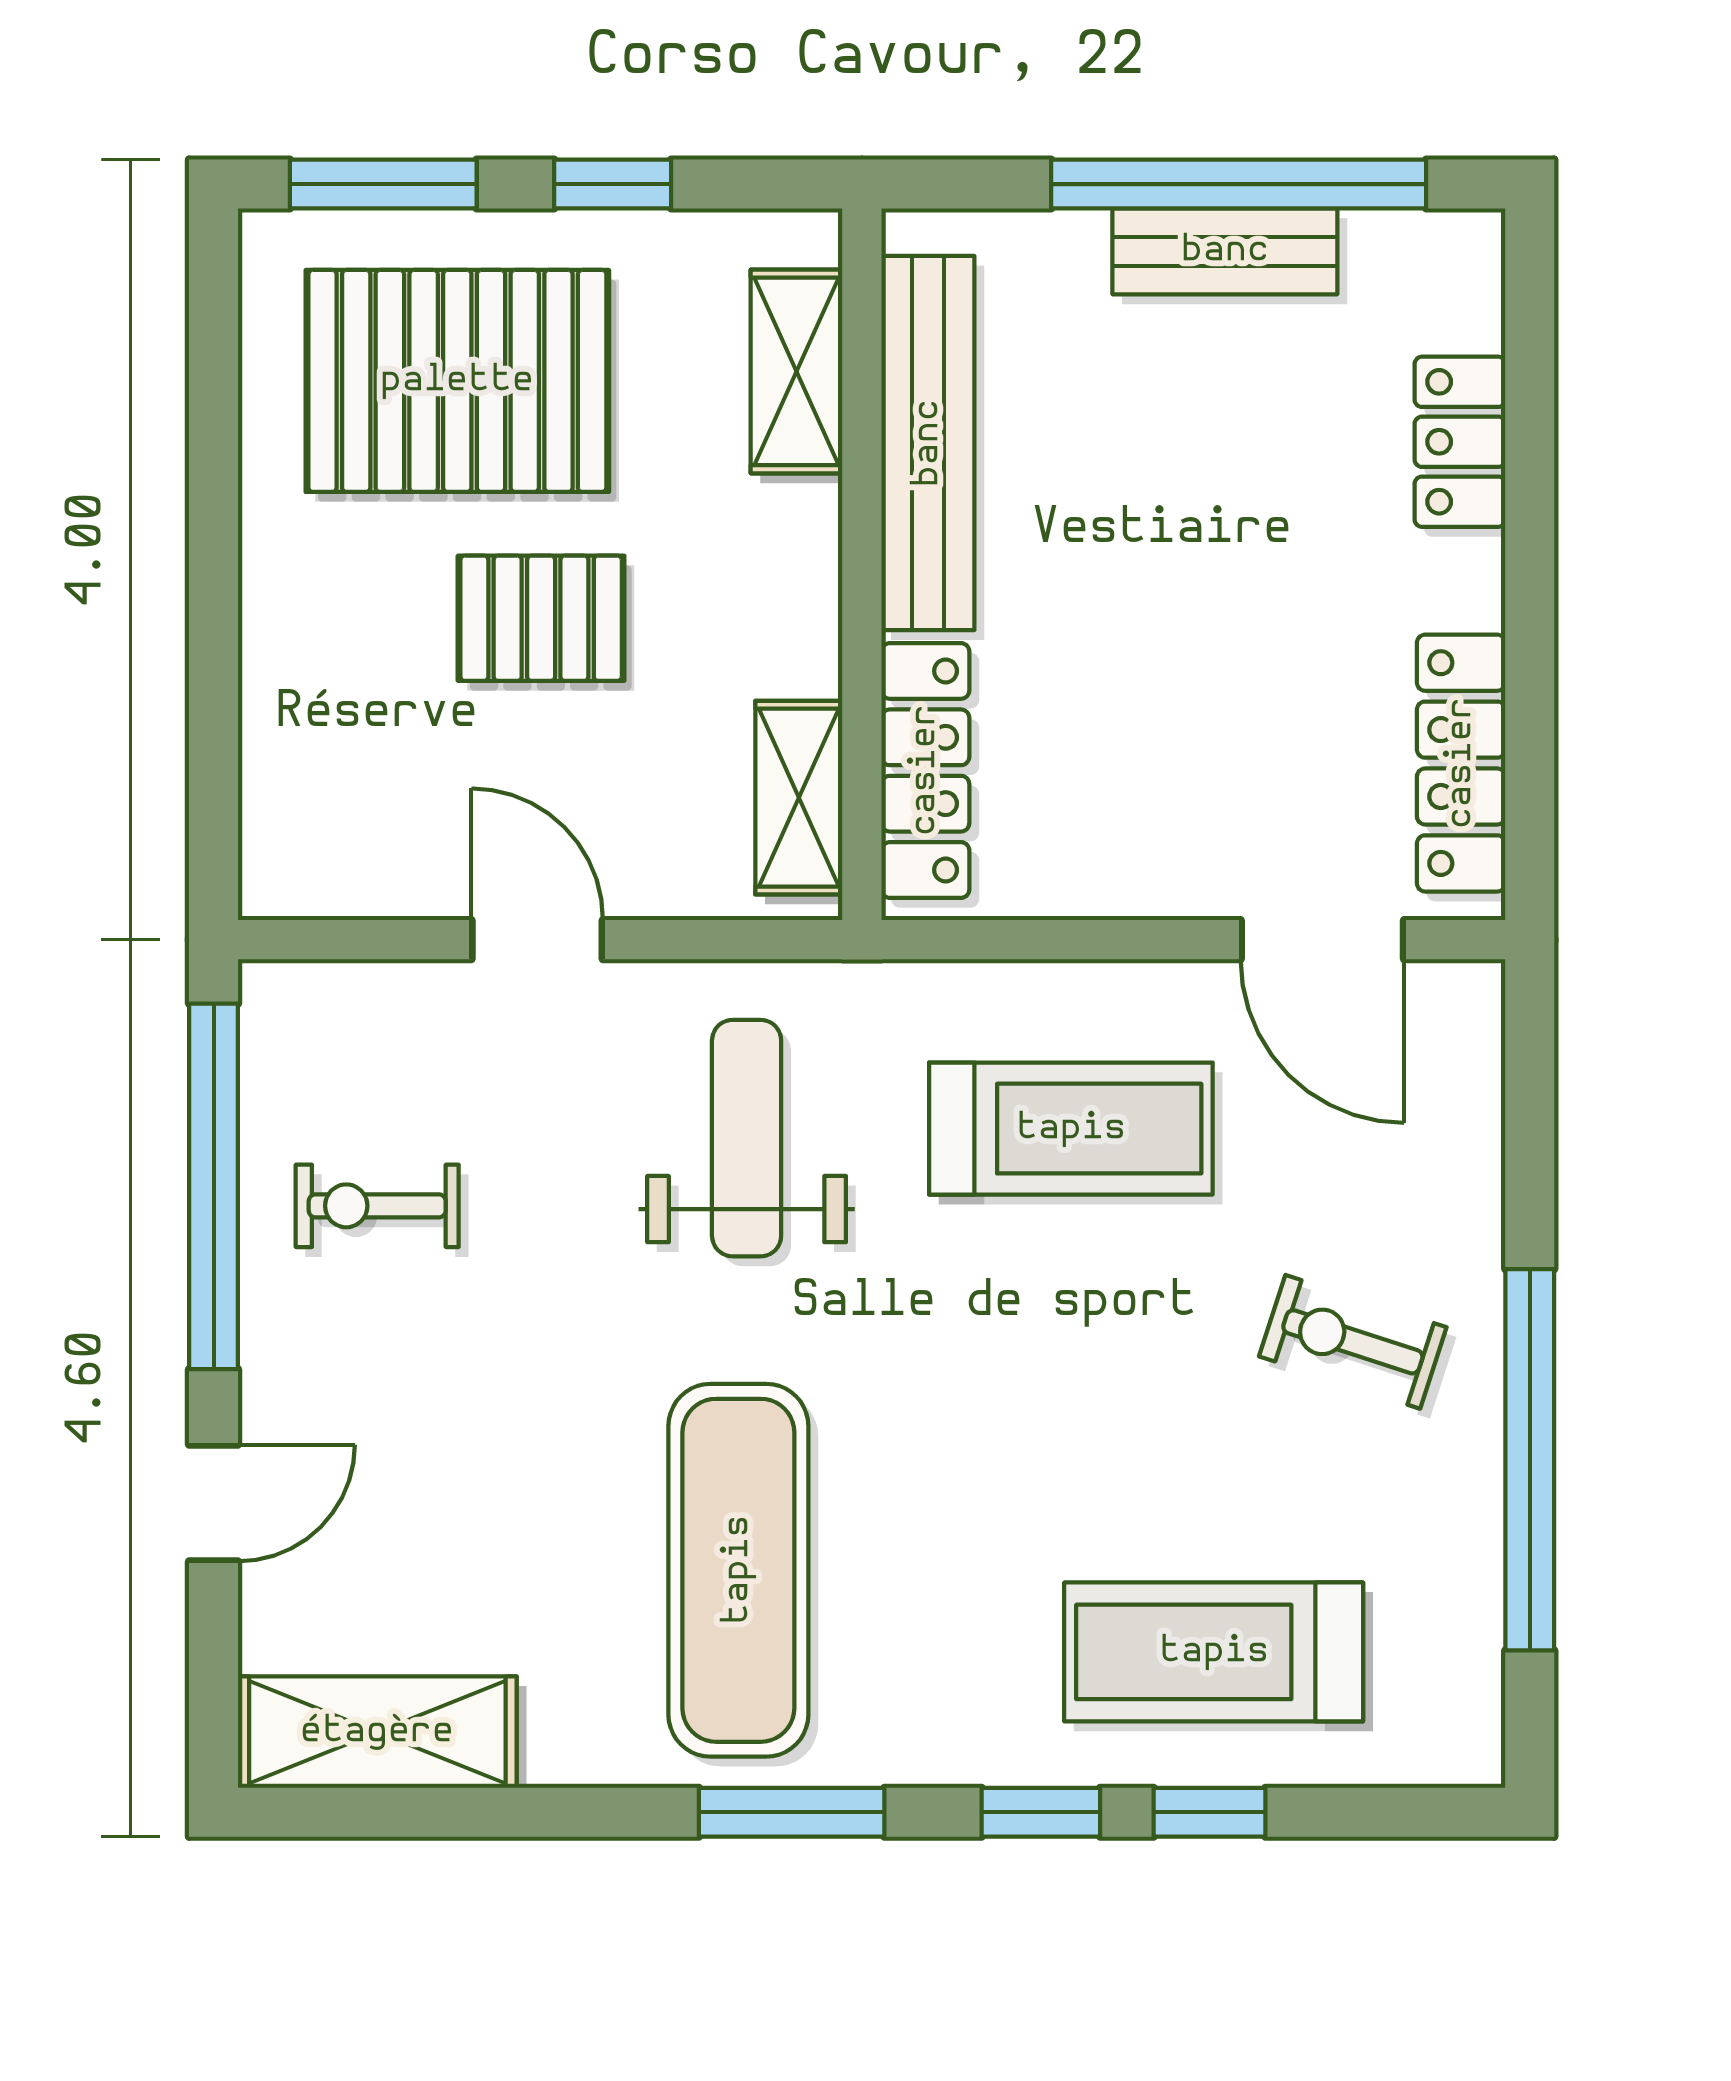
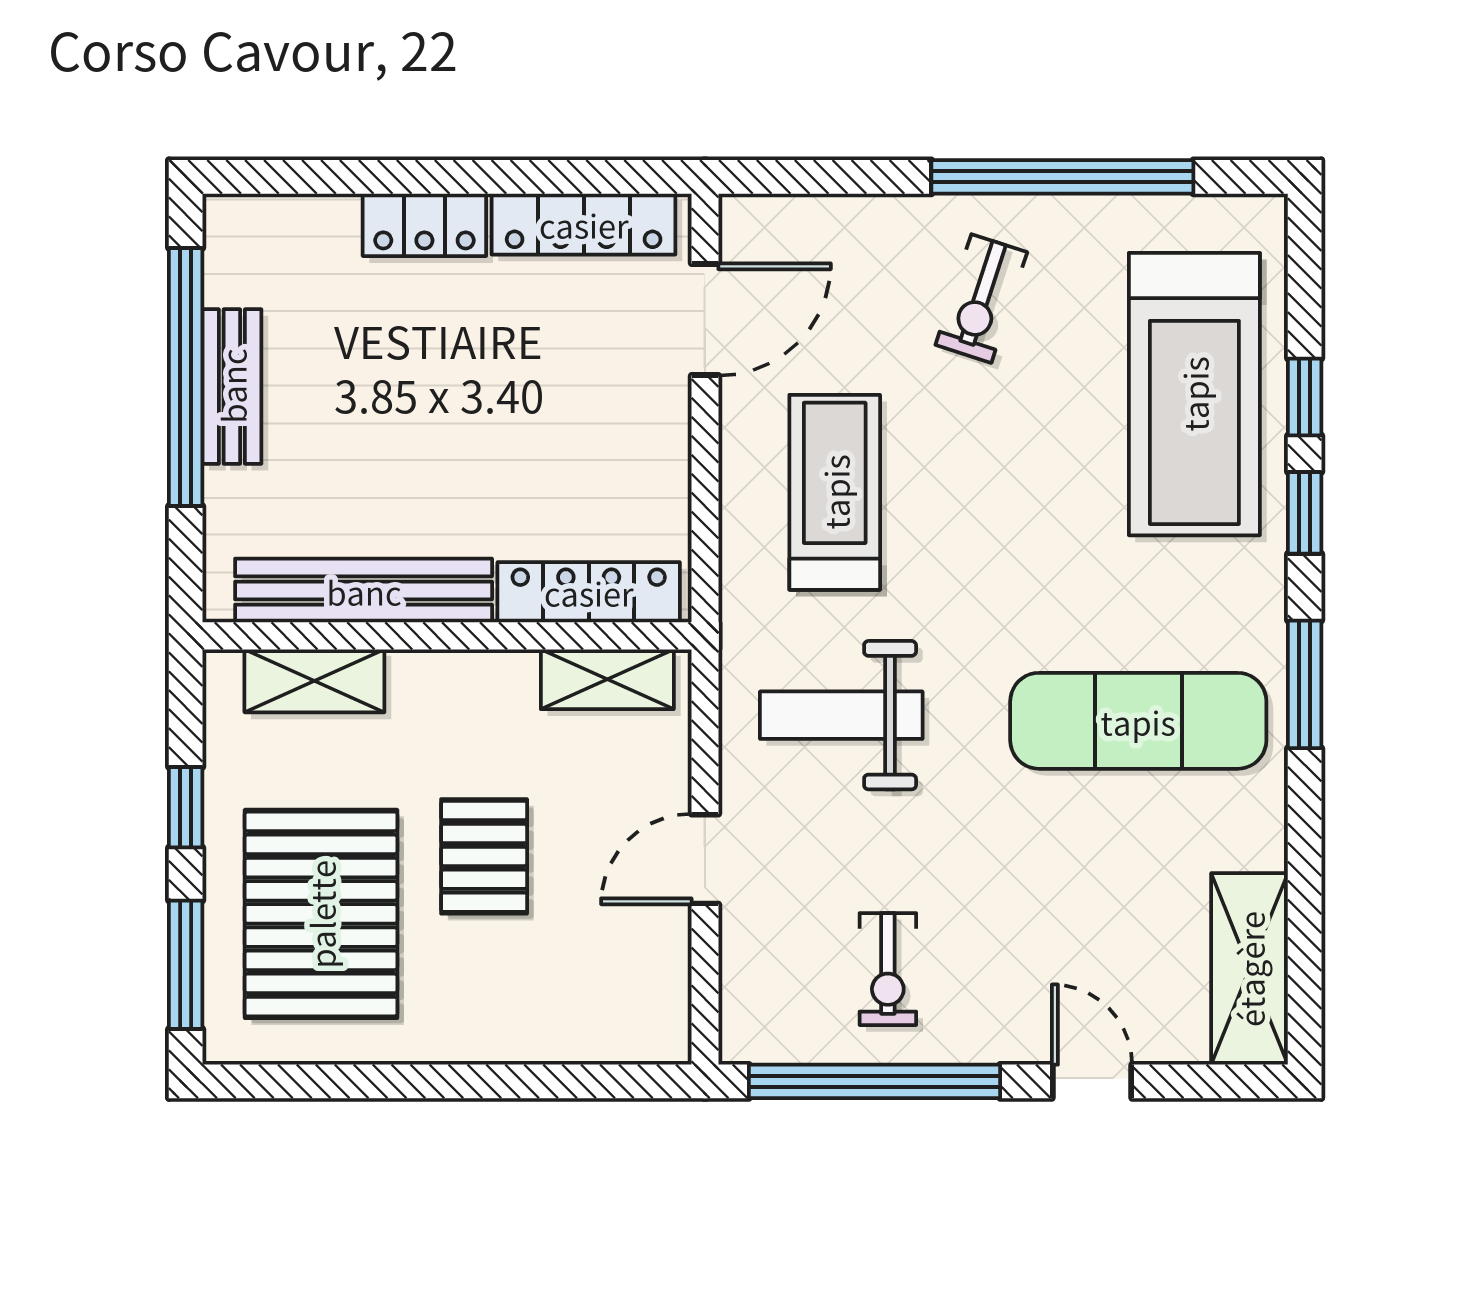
locker: (1460, 442) -> (424, 225), moved
treadmill: (1214, 1652) -> (1194, 394), width x1.37, depth x1.38

